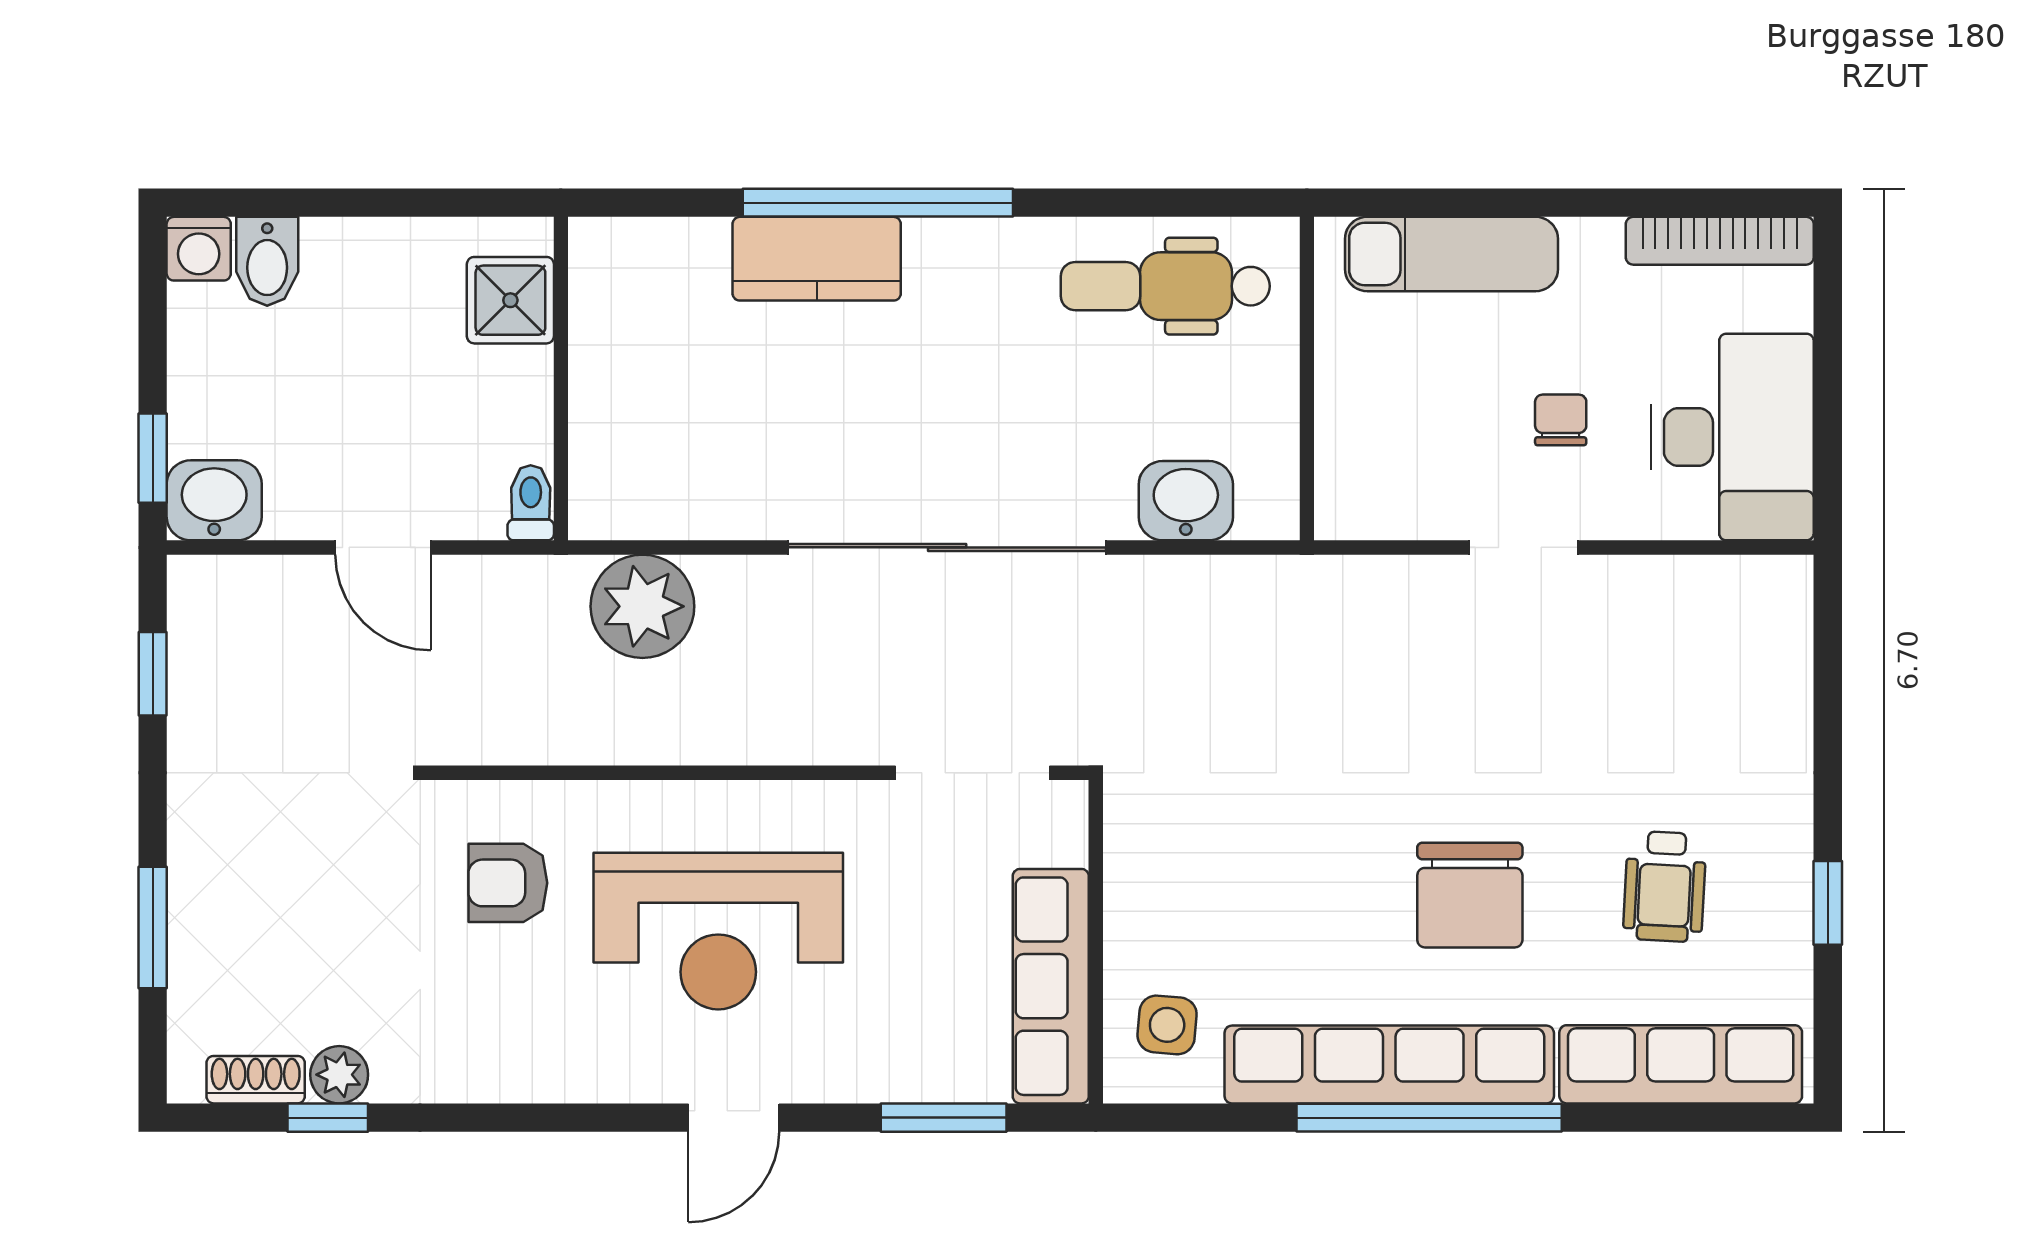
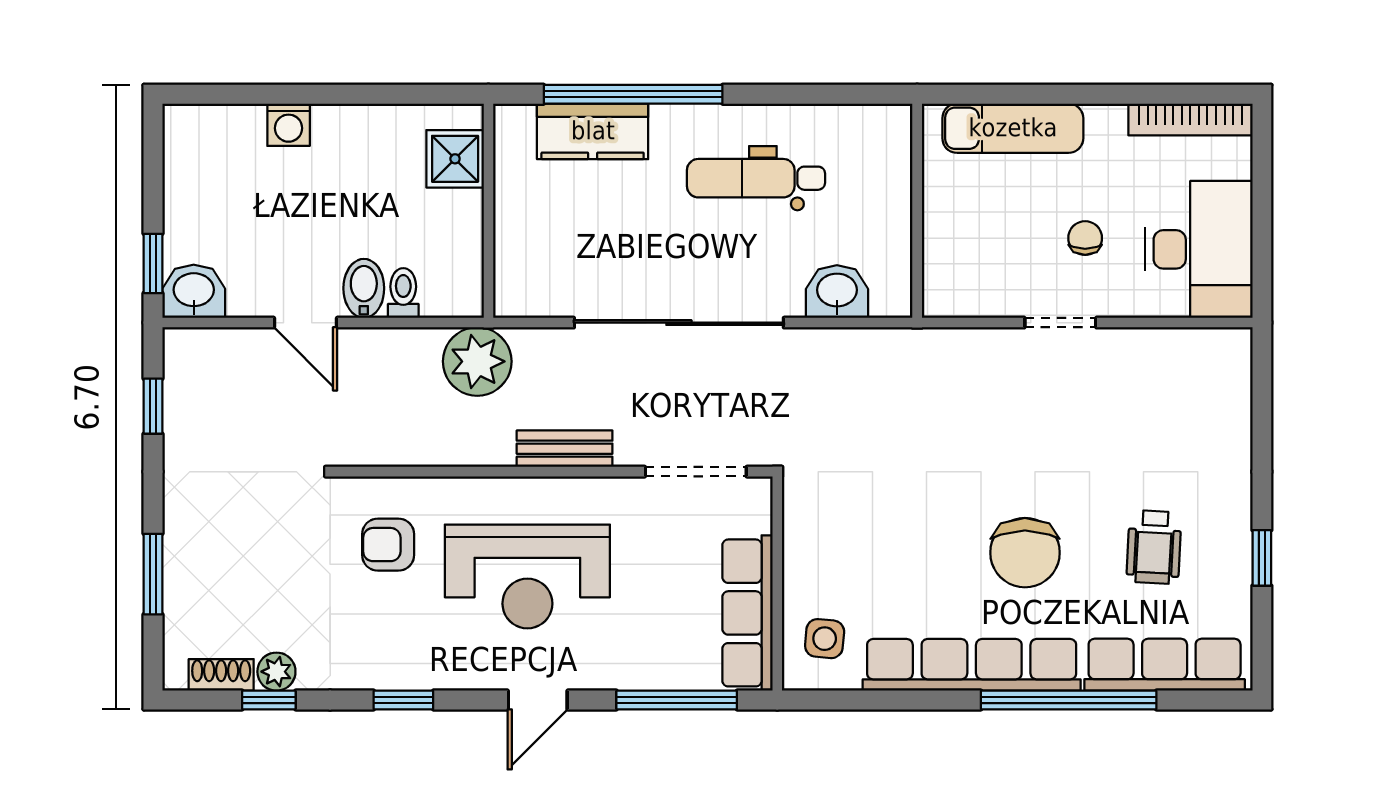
washing machine: (199, 249) -> (289, 125), moved
bidet: (267, 261) -> (364, 288), moved, turned 180
dental chair: (1165, 286) -> (756, 178), moved
shower: (510, 300) -> (455, 159), moved
wall: (561, 379) -> (488, 211), moved
bench: (774, 738) -> (565, 449), added
window: (531, 1118) -> (403, 700), added
window: (944, 1118) -> (677, 700), width x1.44
window: (1429, 1118) -> (1069, 700), moved

